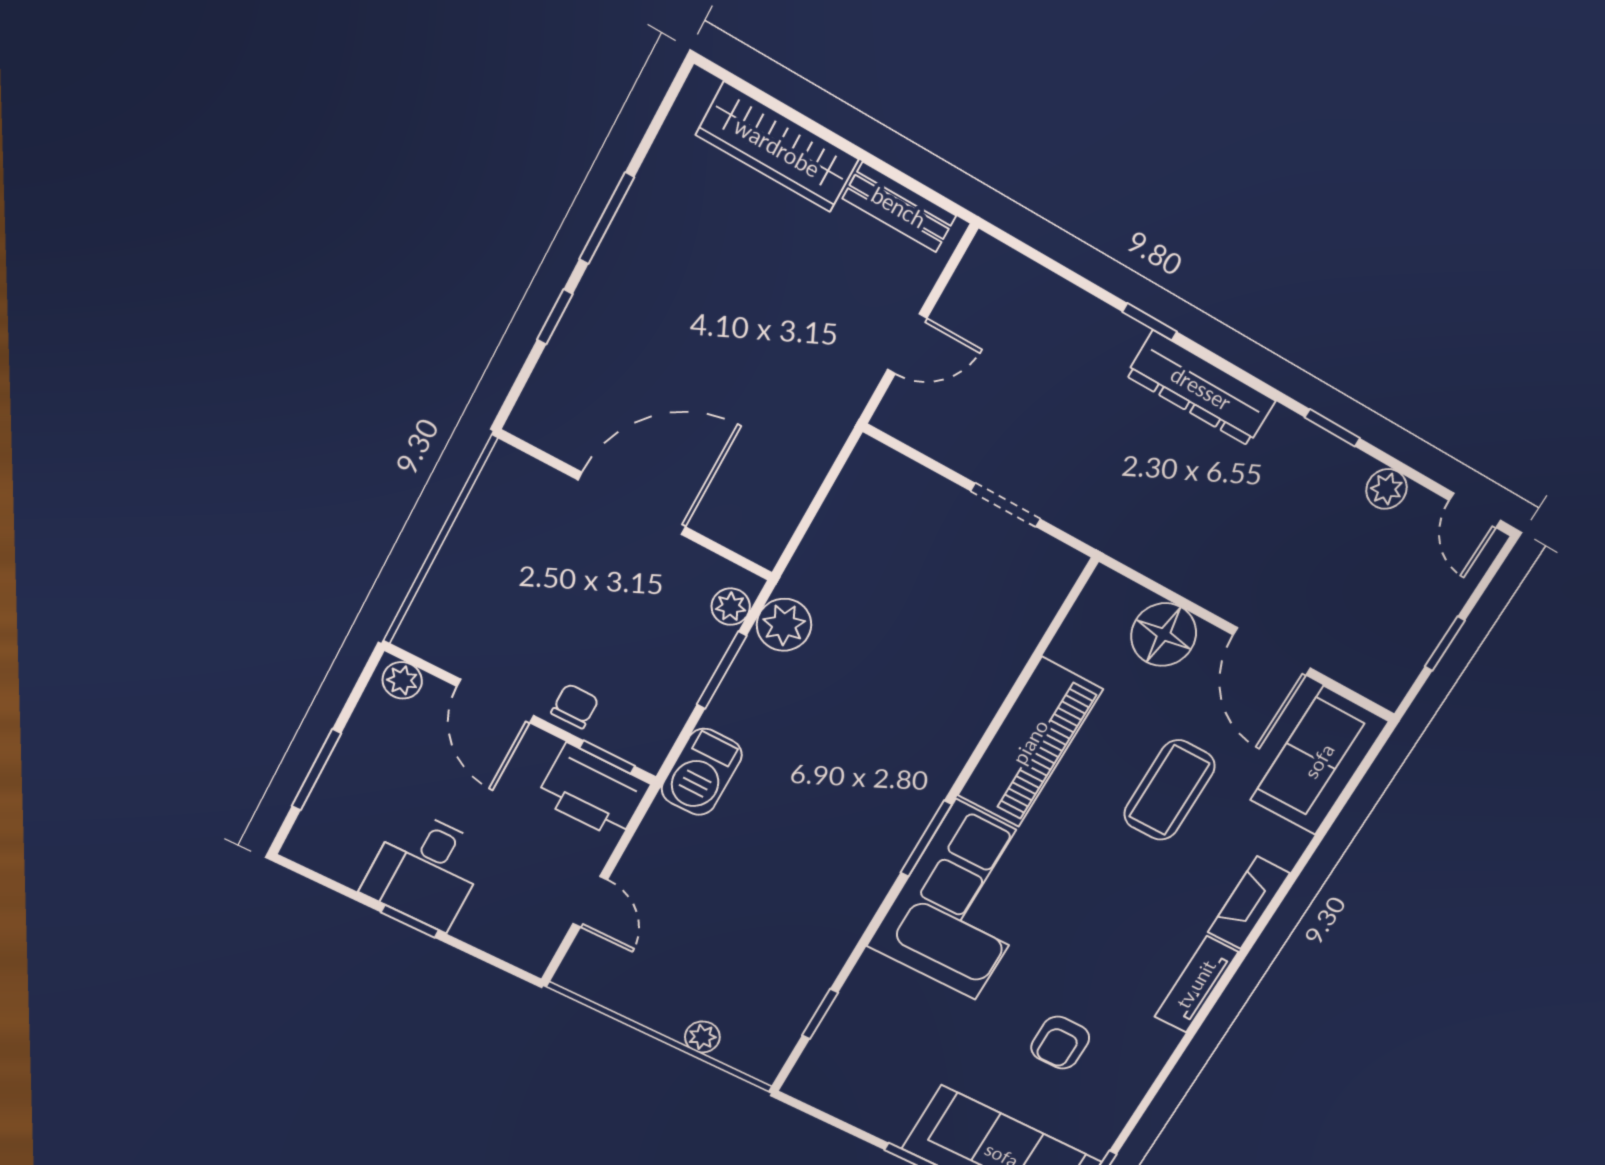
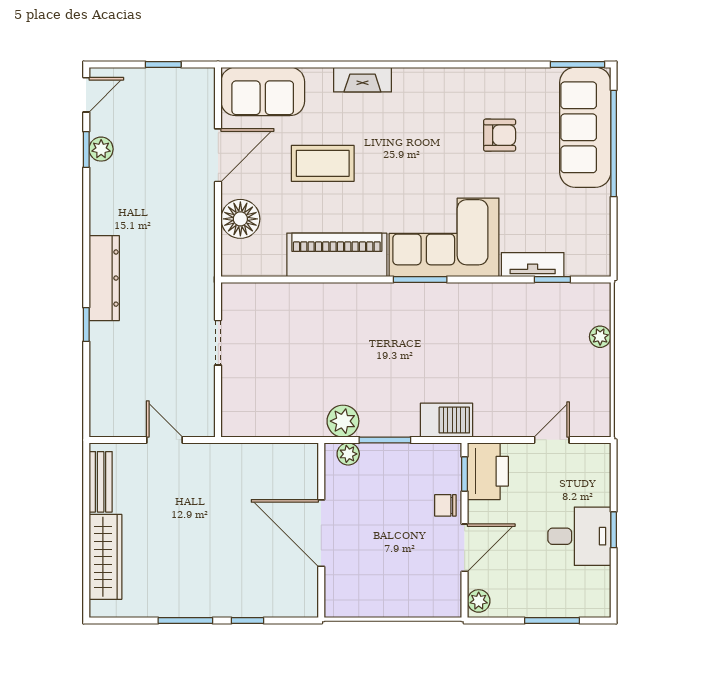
window: (1332, 428) -> (86, 149), moved
tv unit: (1196, 984) -> (533, 265), moved, turned 180

